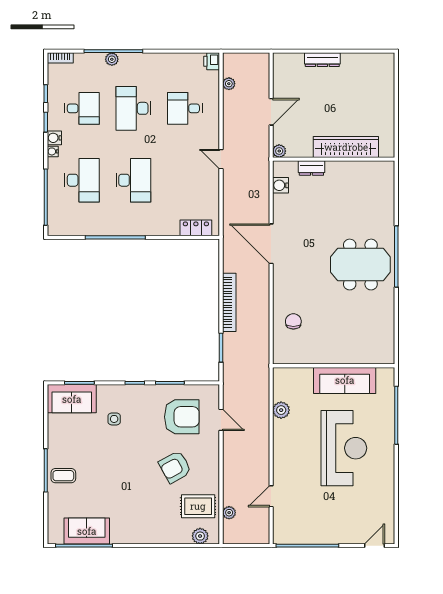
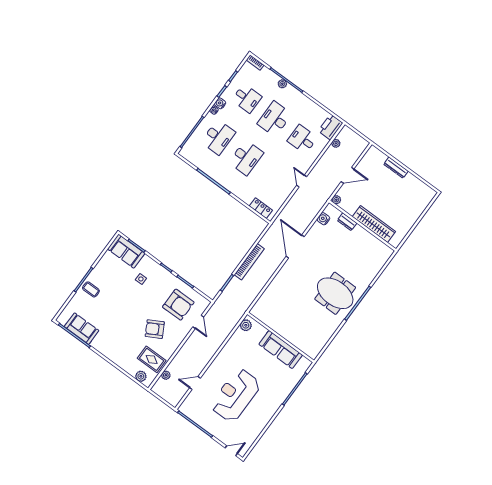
printer: (212, 61) -> (330, 127), width x1.87, depth x1.48
chair: (293, 321) -> (276, 297), removed
plant: (281, 410) -> (246, 325), moved
reception desk: (344, 448) -> (236, 395), moved, turned 180

